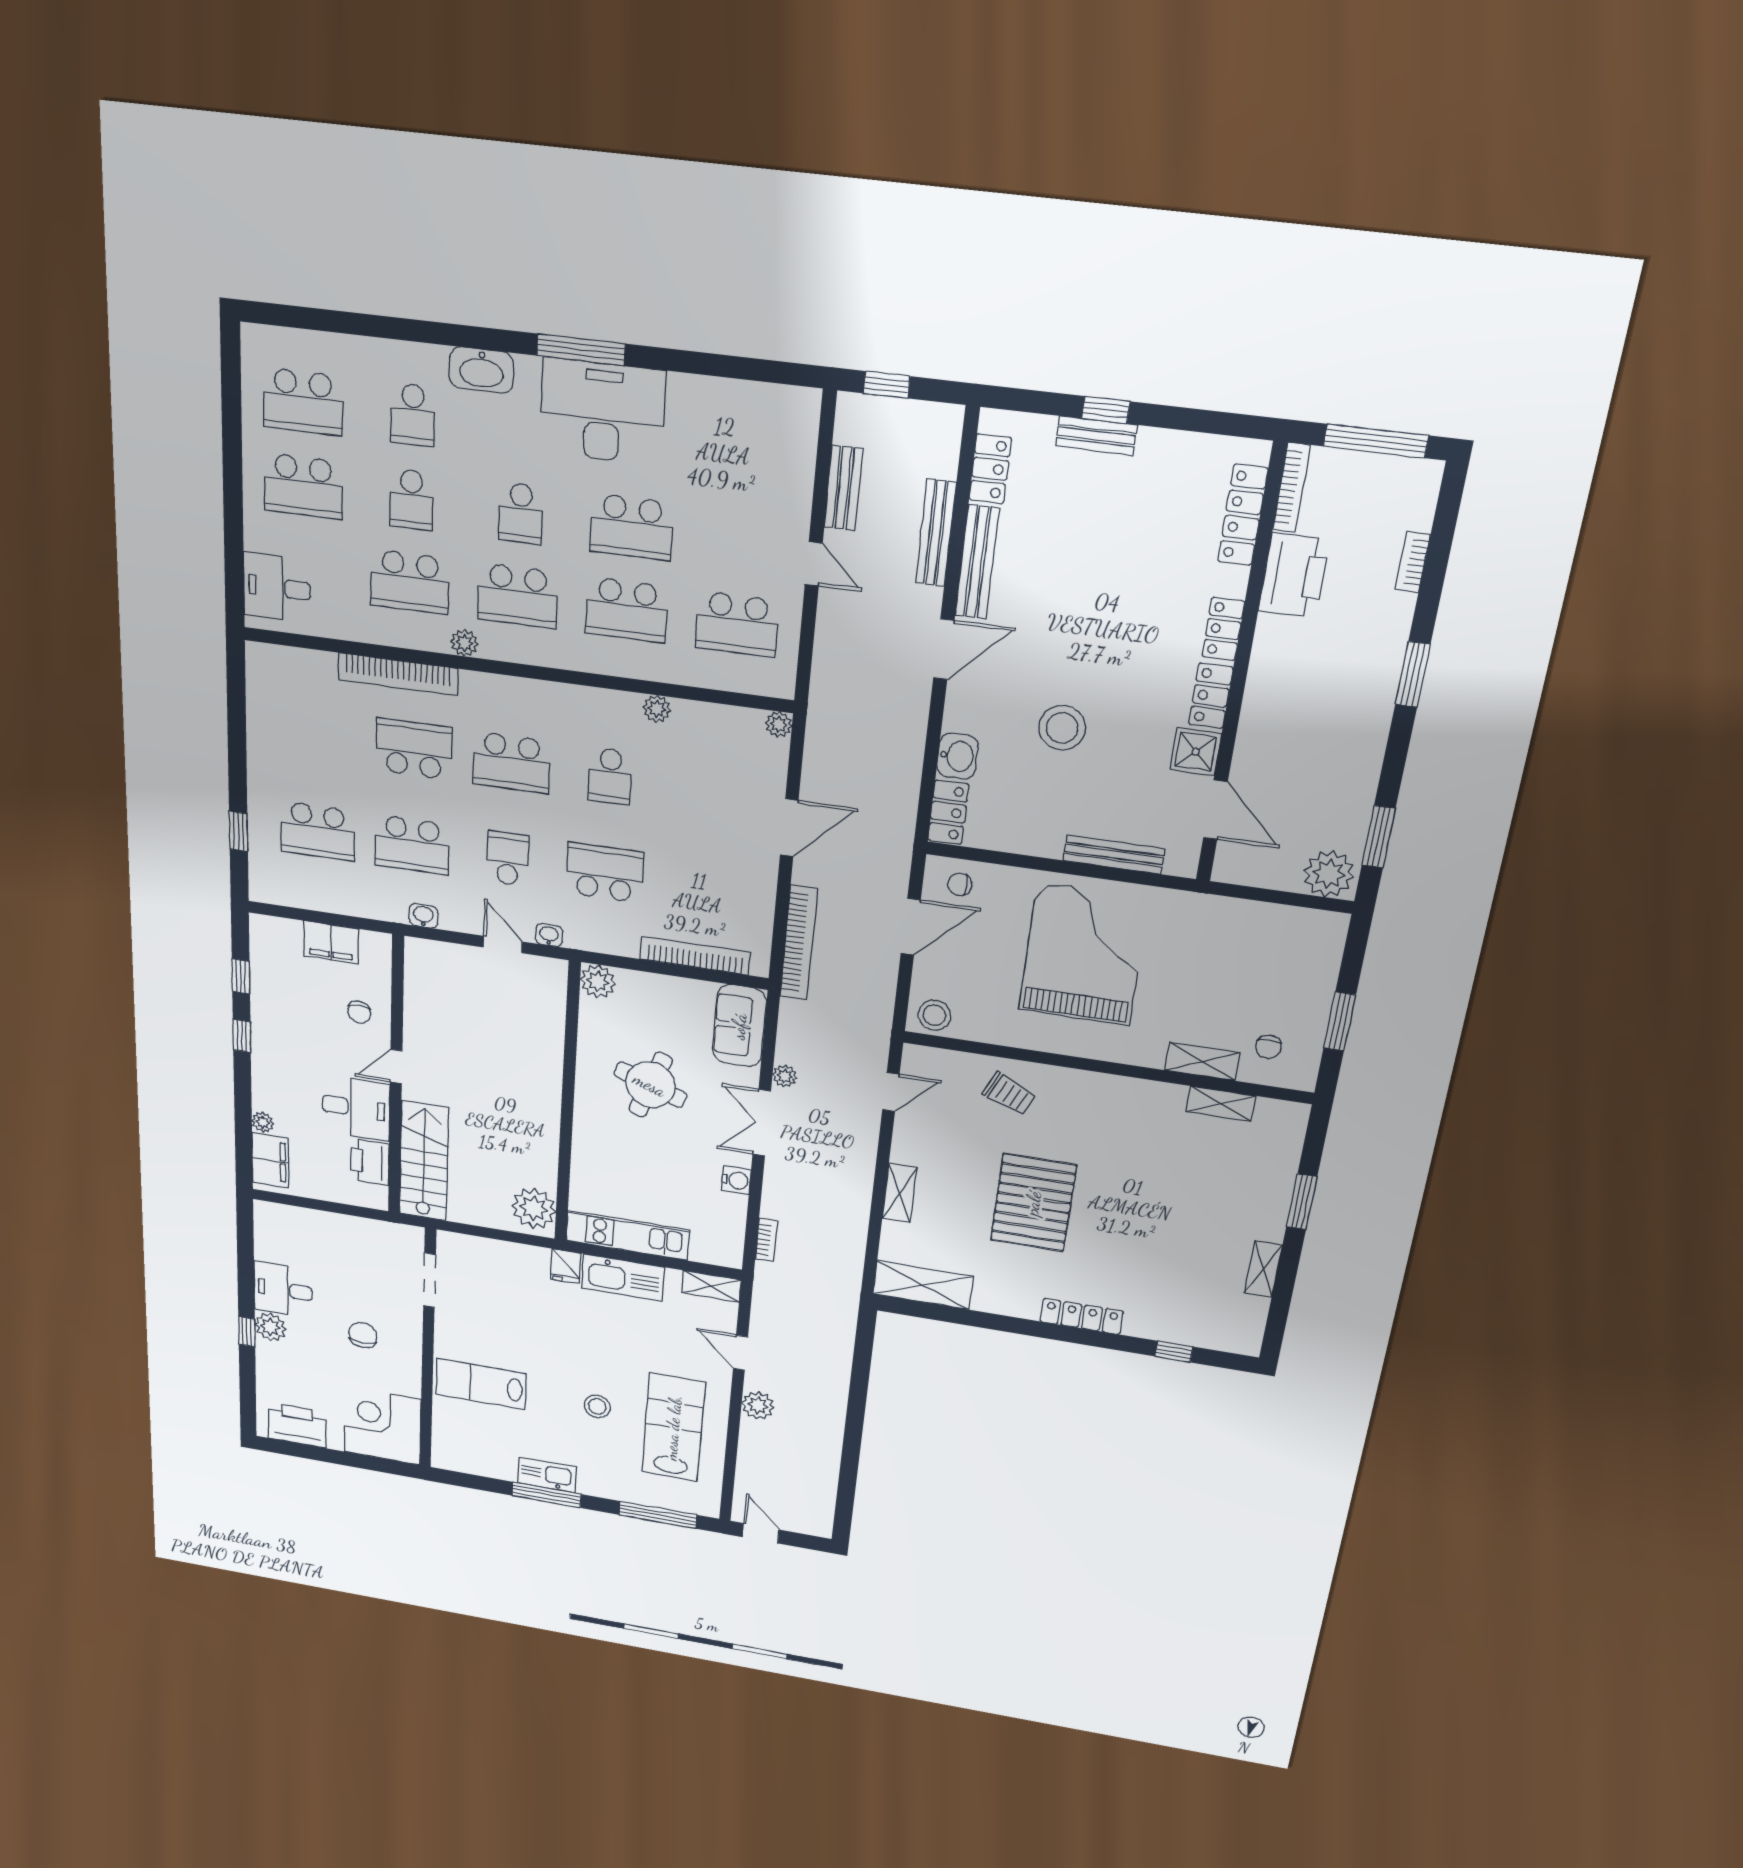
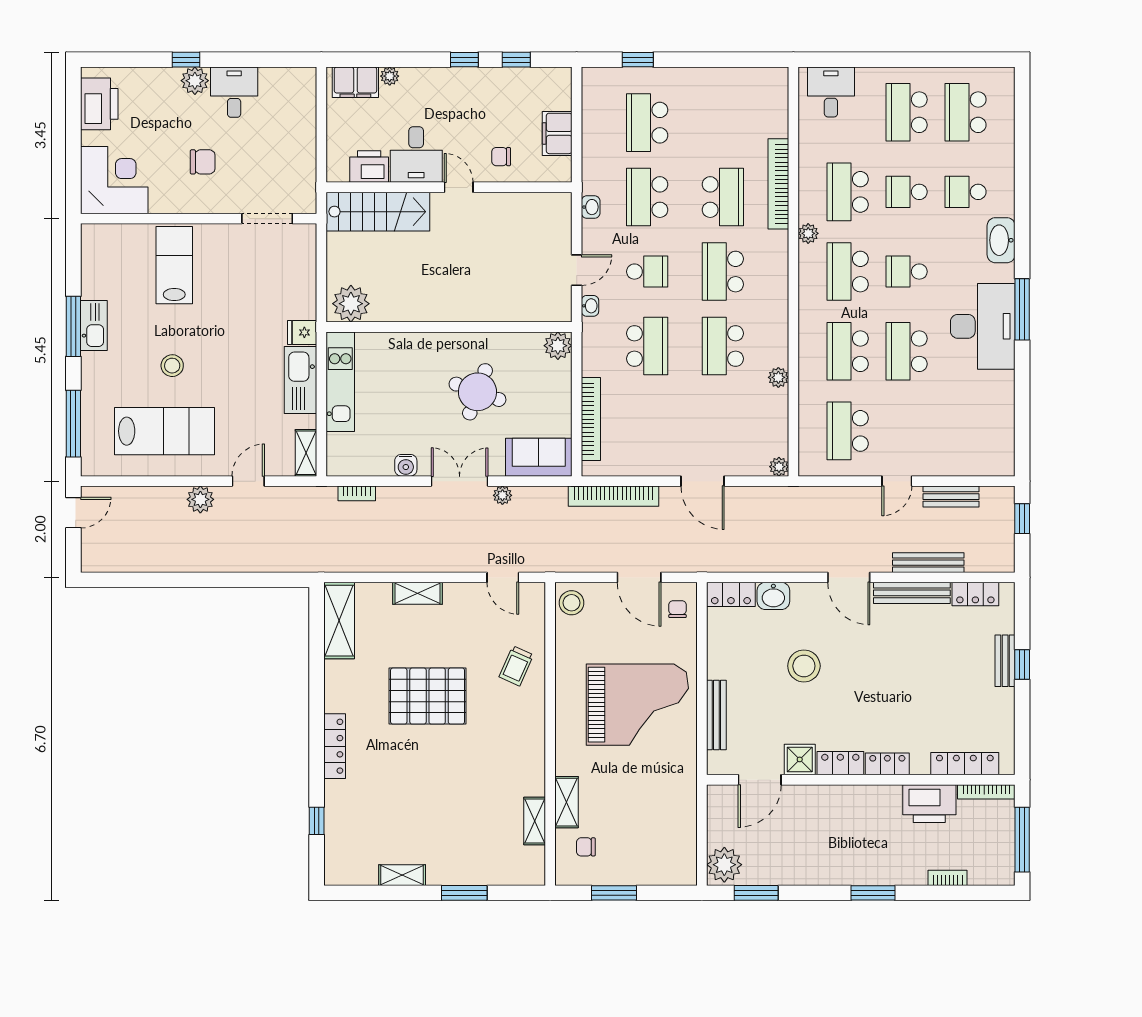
school desk: (610, 776) -> (723, 346), width x1.85

